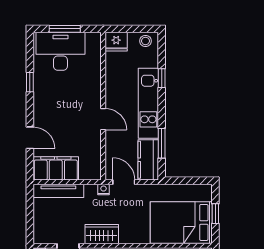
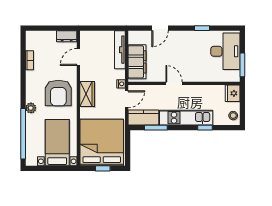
window: (65, 29) -> (242, 65), moved
door: (103, 119) -> (174, 83), swing flipped
filing cabinet: (56, 168) -> (137, 62), moved
bed: (181, 222) -> (102, 143), width x1.36
wardrobe: (102, 234) -> (87, 94), moved

